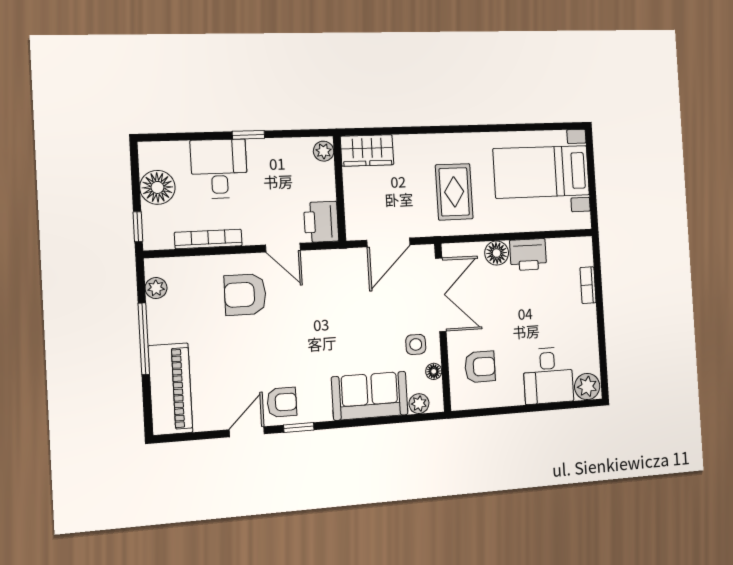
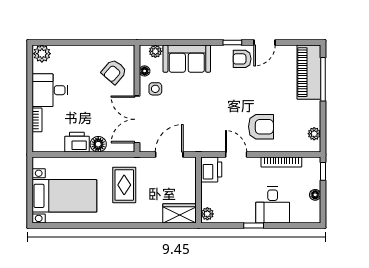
floor lamp: (157, 187) -> (315, 195), width x0.53, depth x0.53
window: (144, 339) -> (323, 79), moved
armchair: (480, 367) -> (114, 72), turned -49
desk: (548, 376) -> (50, 90), moved, turned -90

